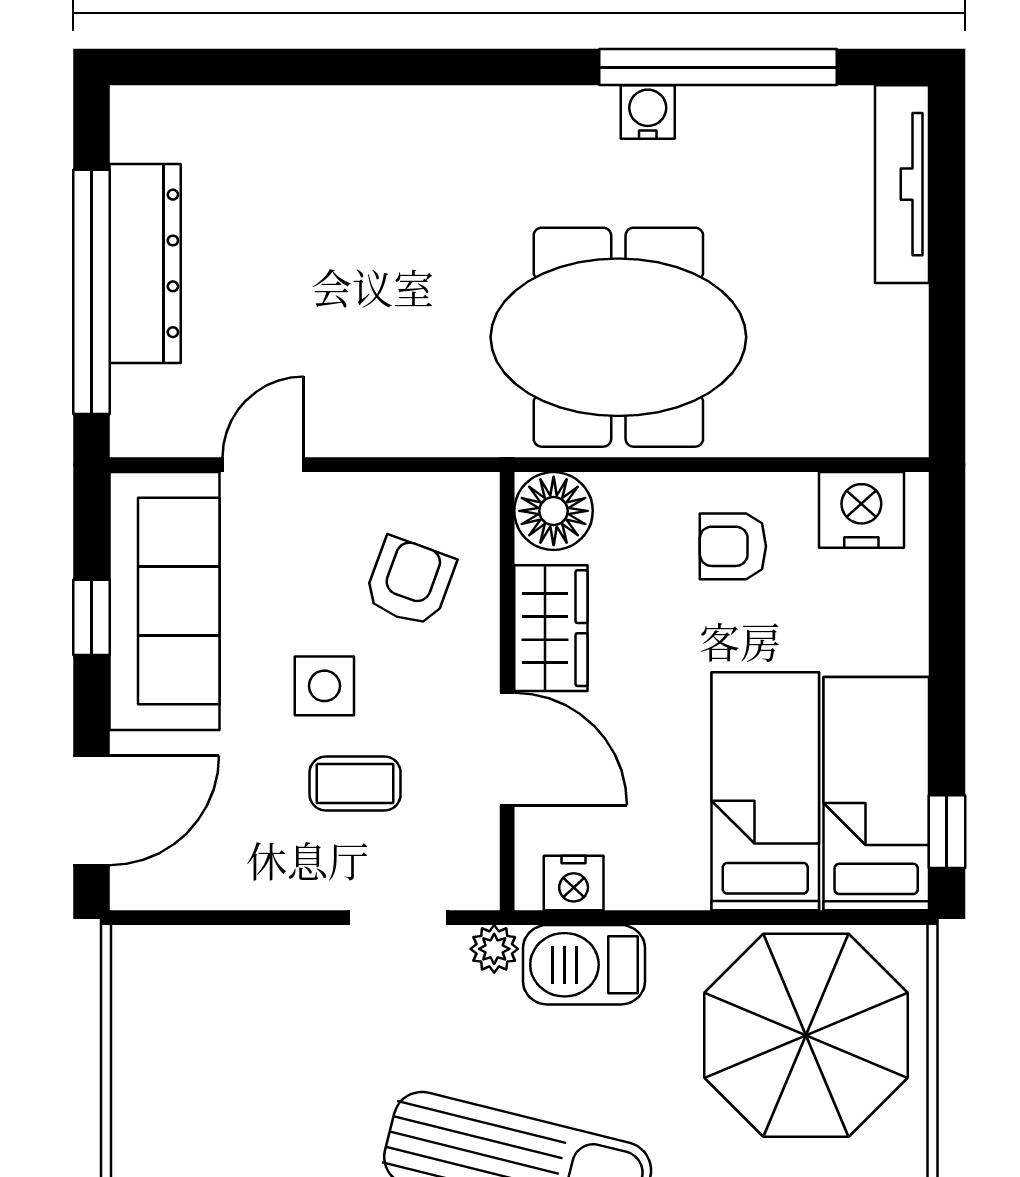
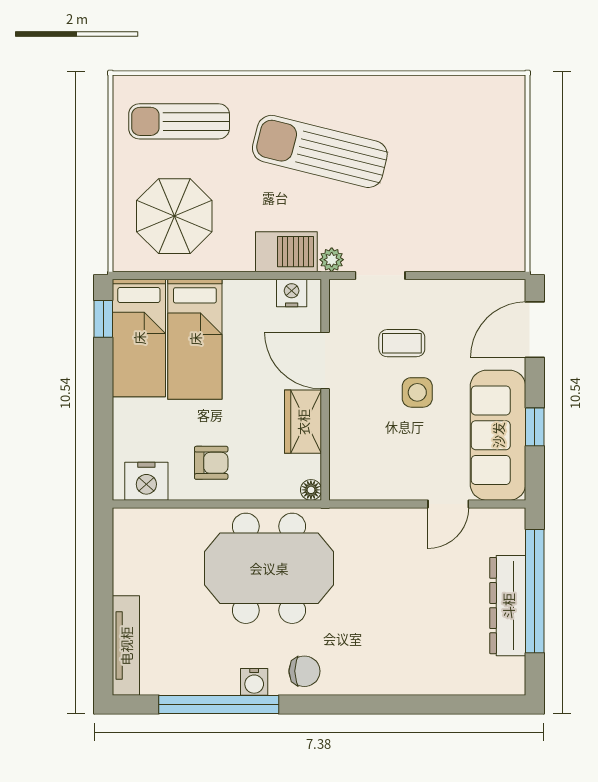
chair: (548, 133) -> (304, 671), added
floor lamp: (554, 511) -> (311, 490), width x0.53, depth x0.53
armchair: (410, 582) -> (374, 445), removed
parasol: (806, 1035) -> (174, 216), width x0.73, depth x0.73

